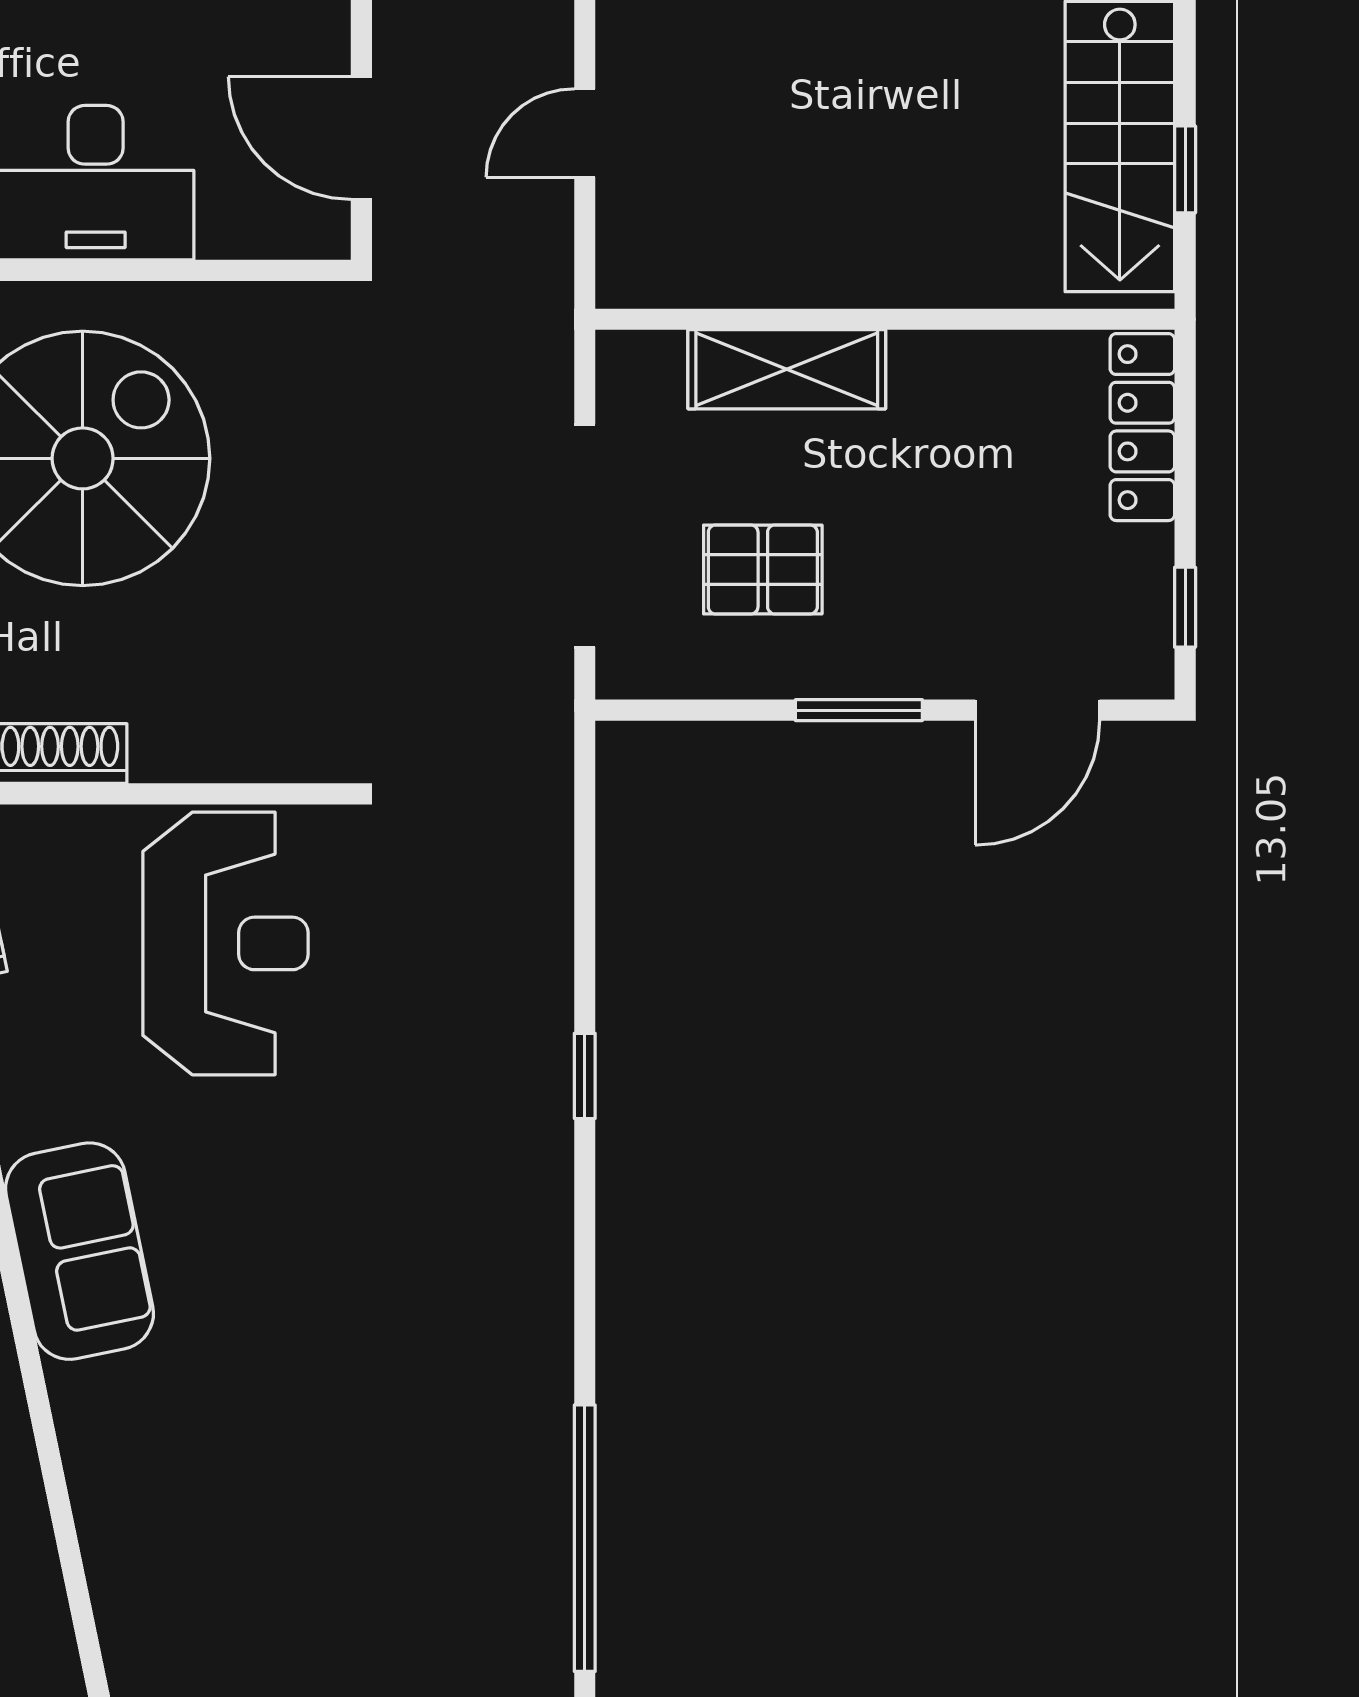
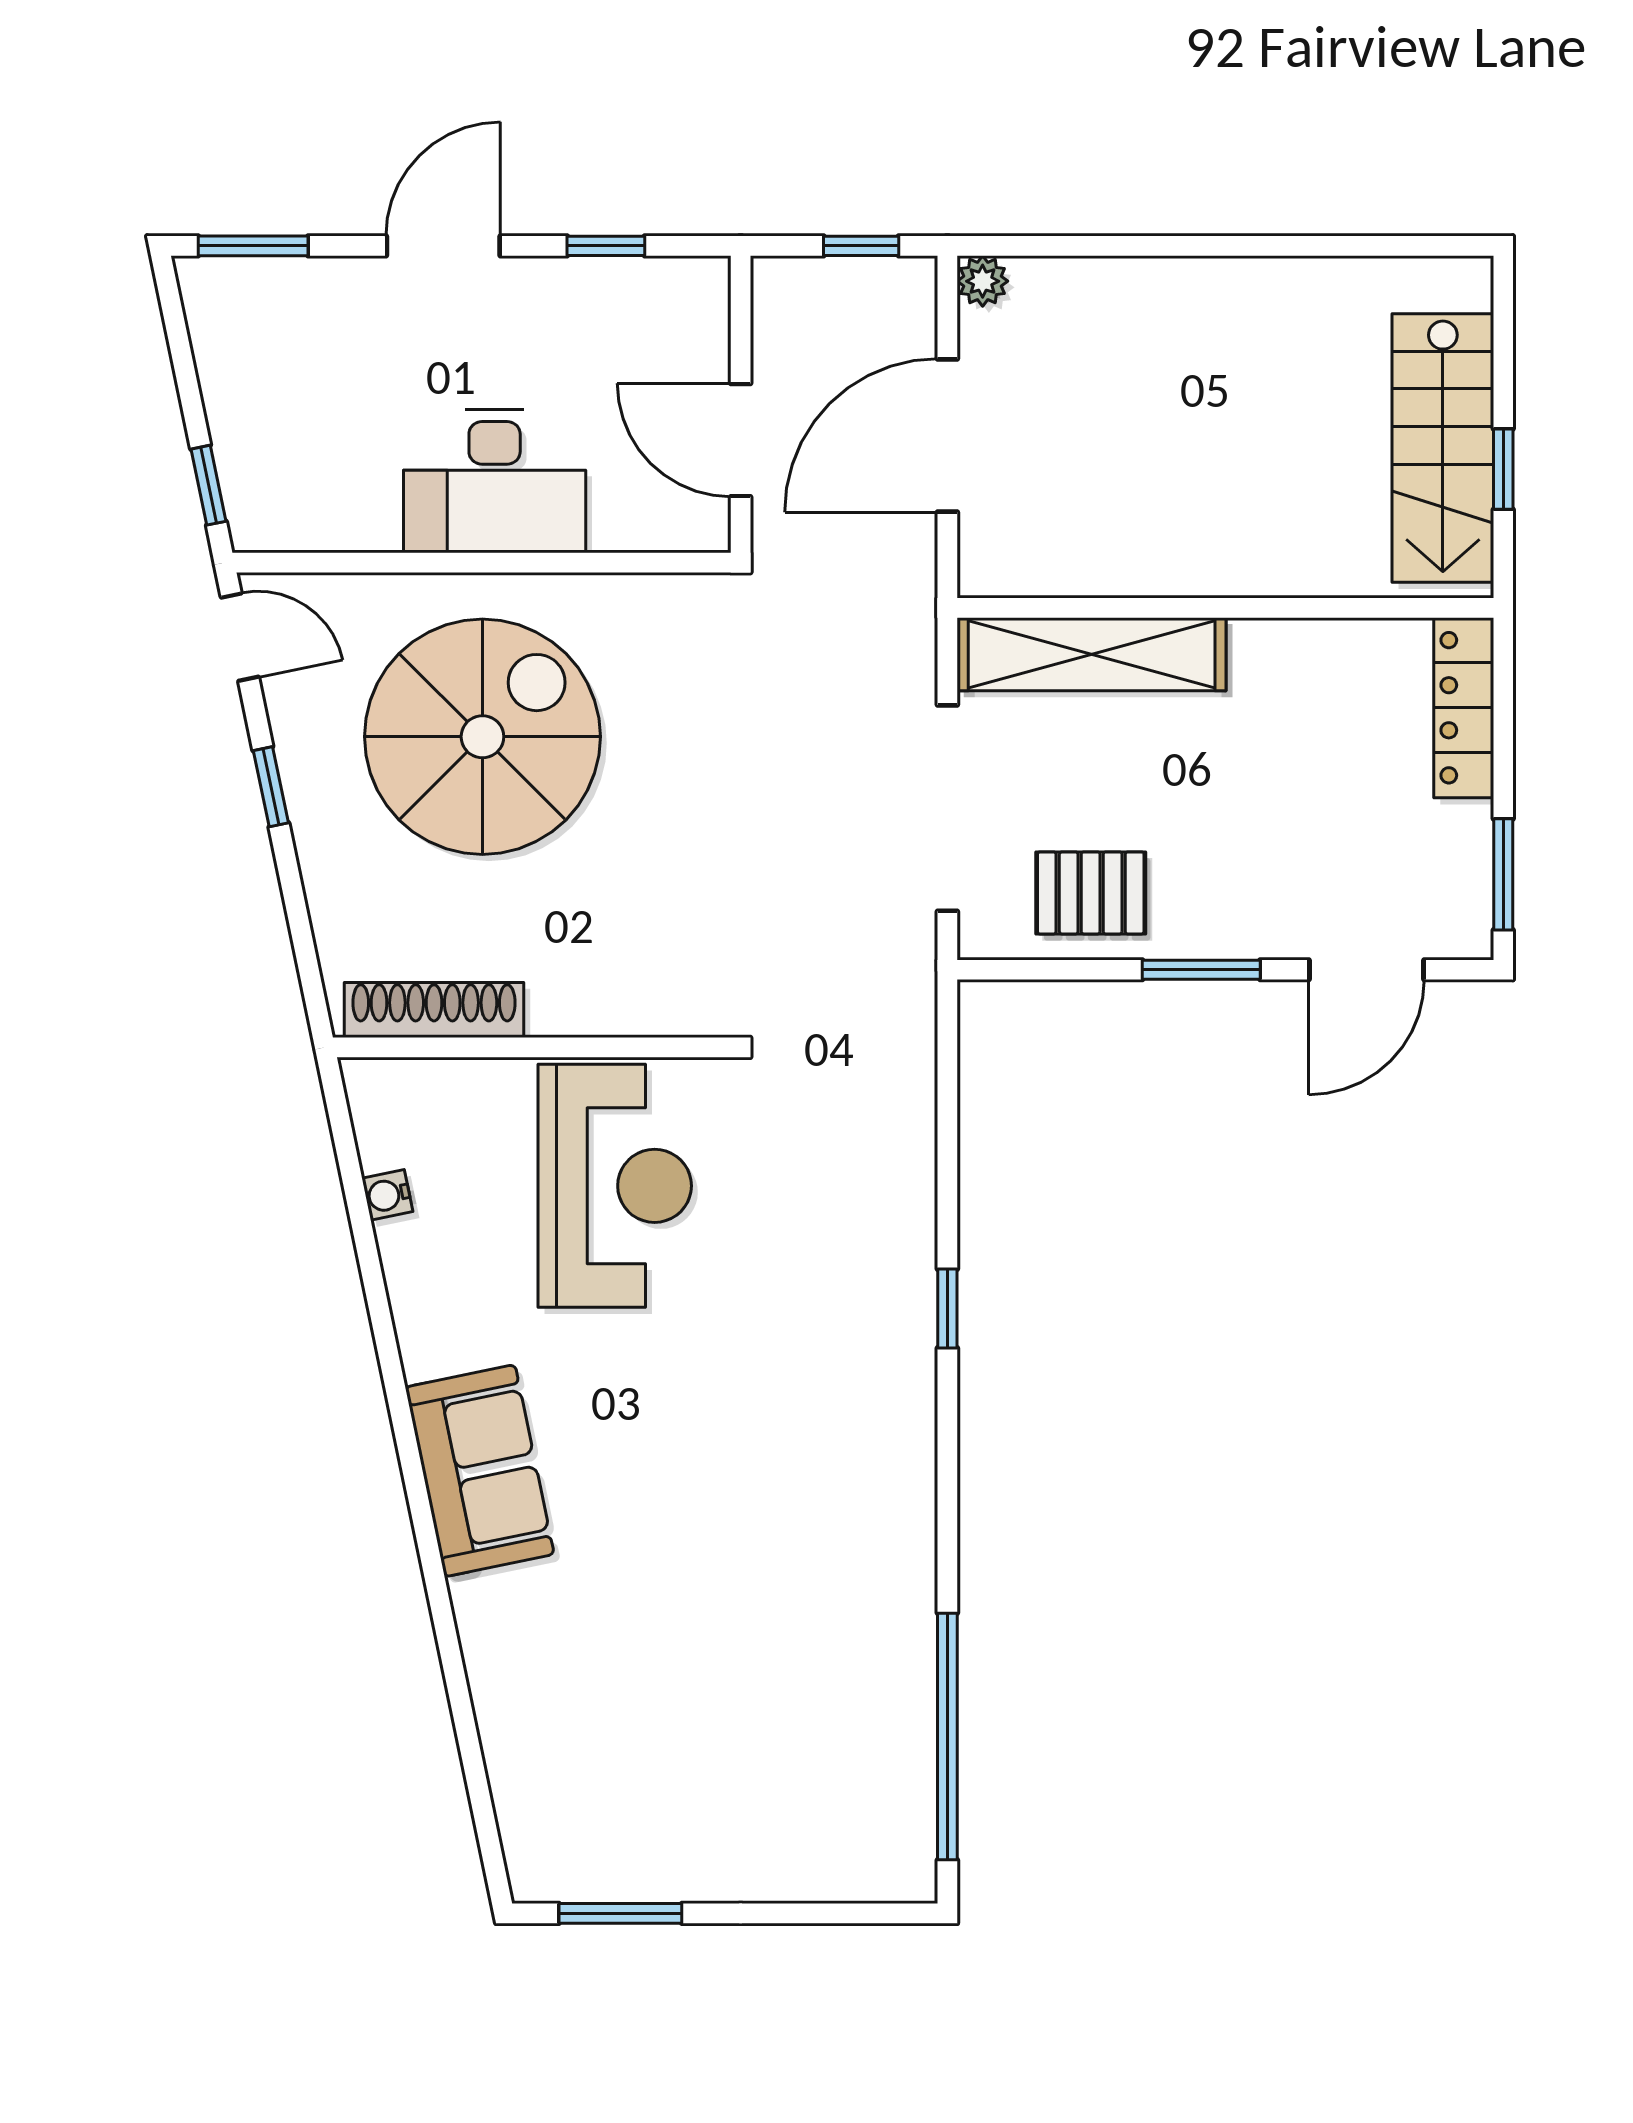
door: (585, 133) -> (947, 435), width x1.88
shelving: (787, 369) -> (1092, 654), width x1.47
pallet: (763, 569) -> (1091, 893), moved
window: (1185, 607) -> (1503, 874), width x1.50

